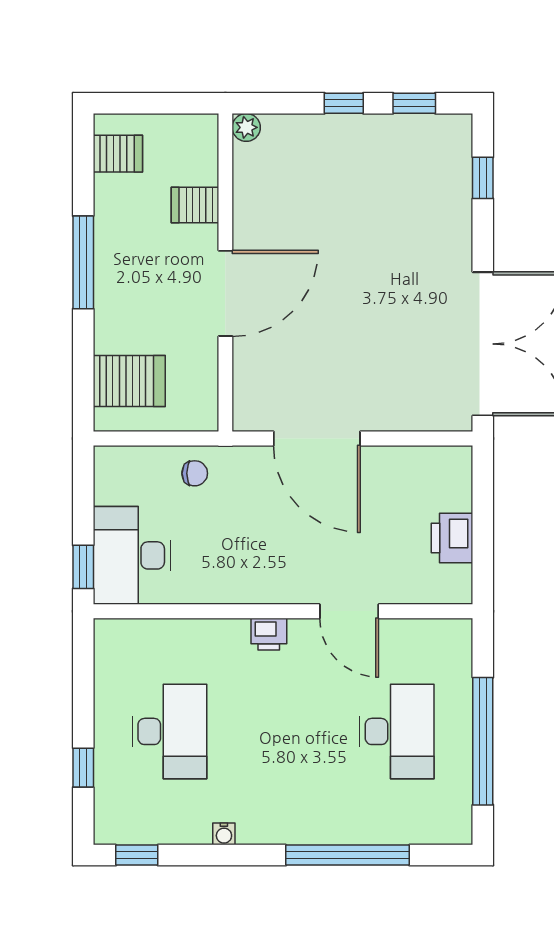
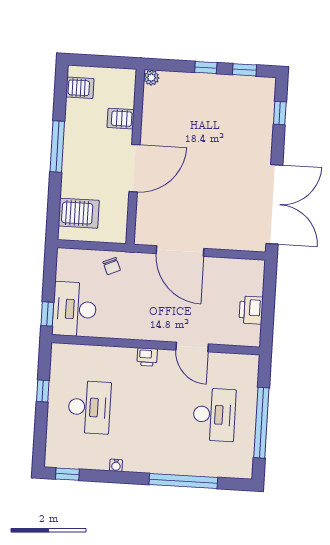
chair: (195, 473) -> (112, 266), turned 67
window: (83, 768) -> (43, 391), moved

